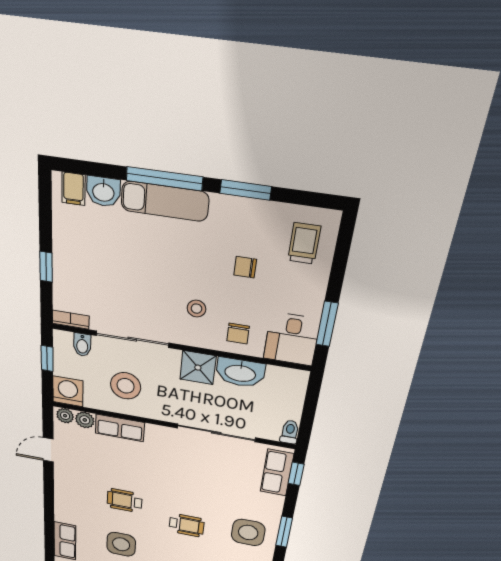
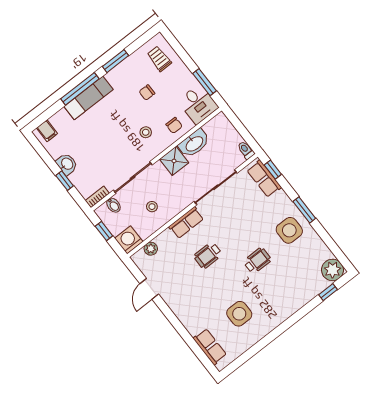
washbasin: (103, 192) -> (67, 164), moved, turned -90
stool: (126, 386) -> (152, 207), width x0.53, depth x0.53
plant: (65, 416) -> (139, 257), removed
row of seats: (120, 428) -> (186, 223), moved
wheelchair: (124, 501) -> (208, 255), moved

